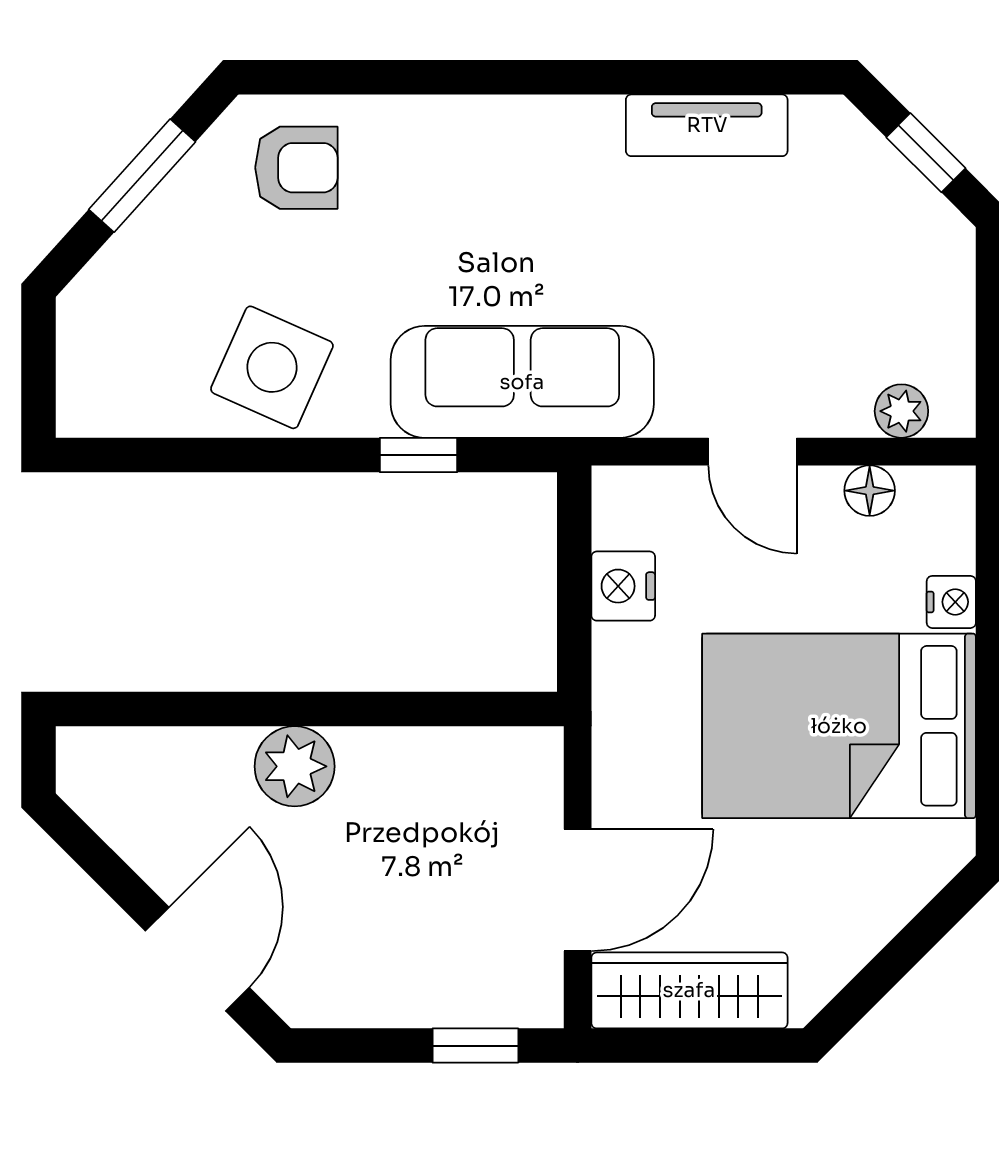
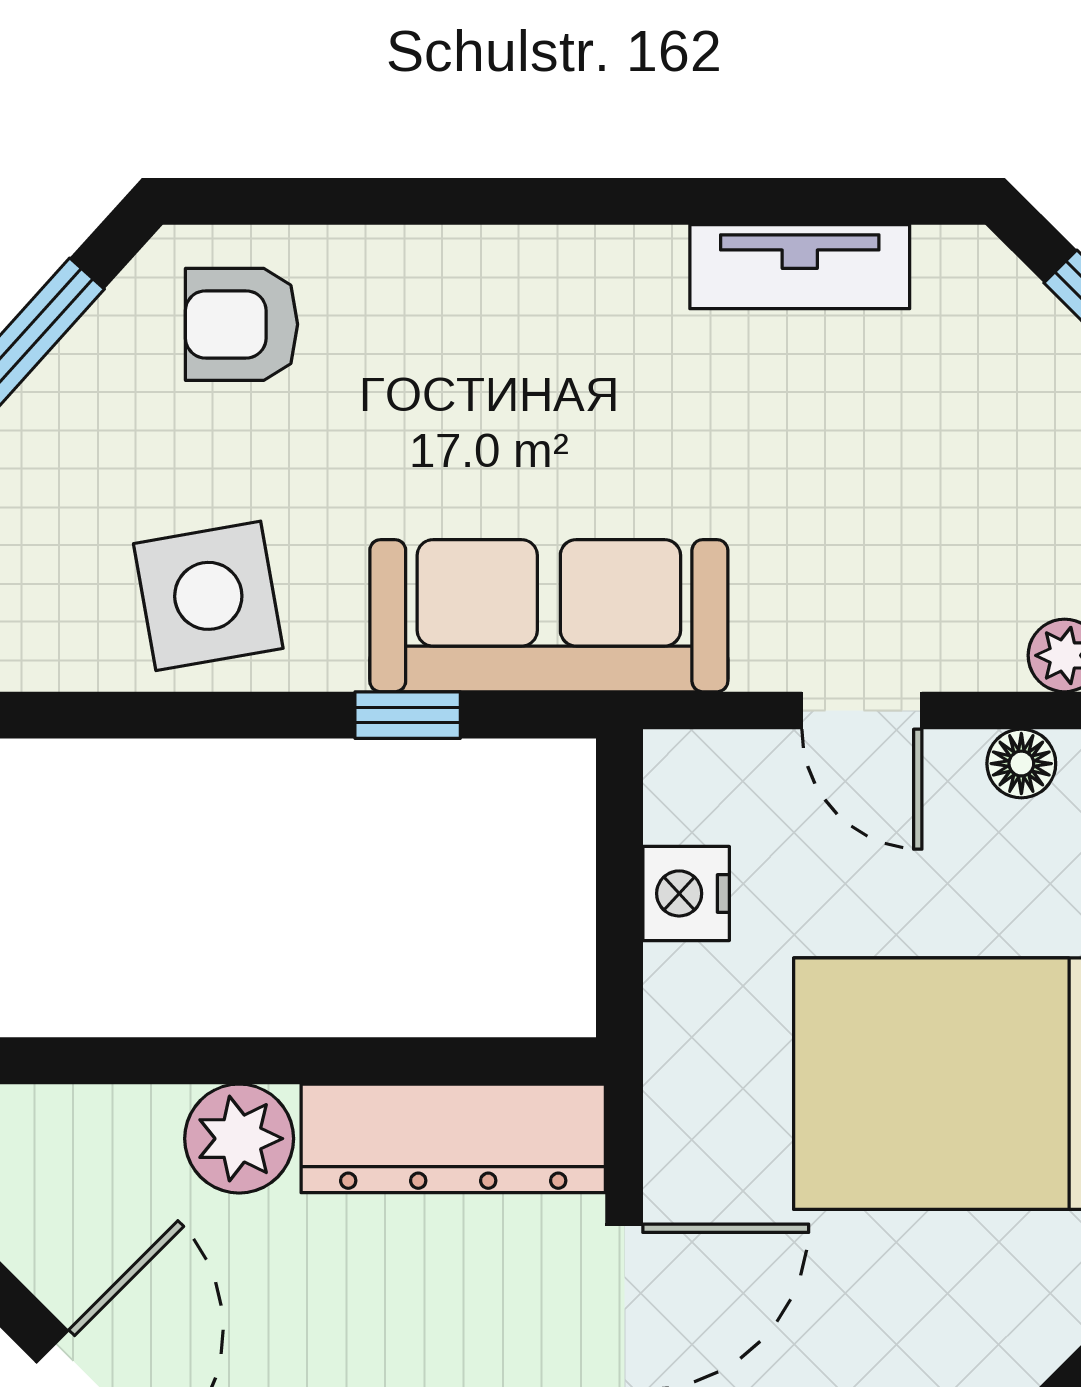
armchair: (296, 168) -> (241, 324), turned 180
side table: (272, 367) -> (208, 596), turned -34
dresser: (452, 766) -> (453, 1138), added

